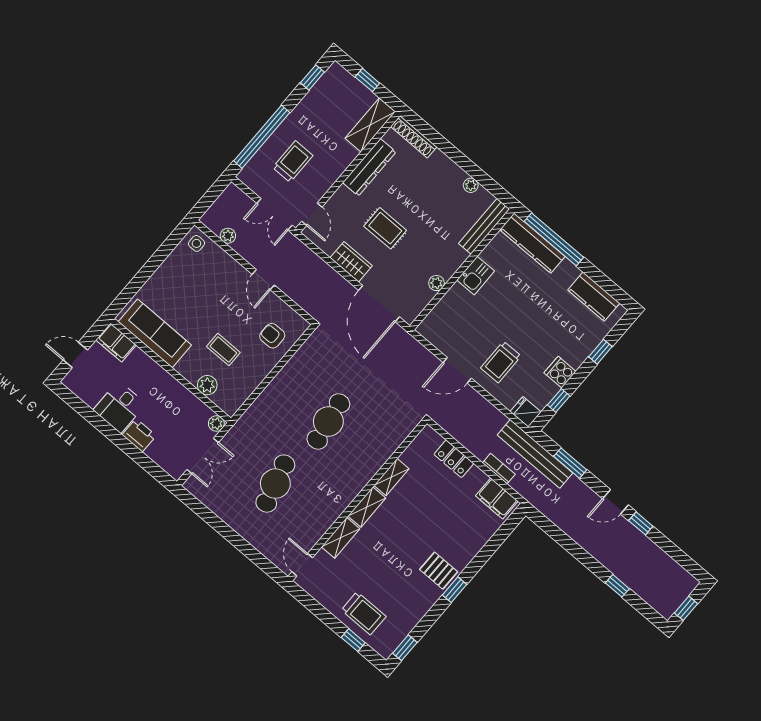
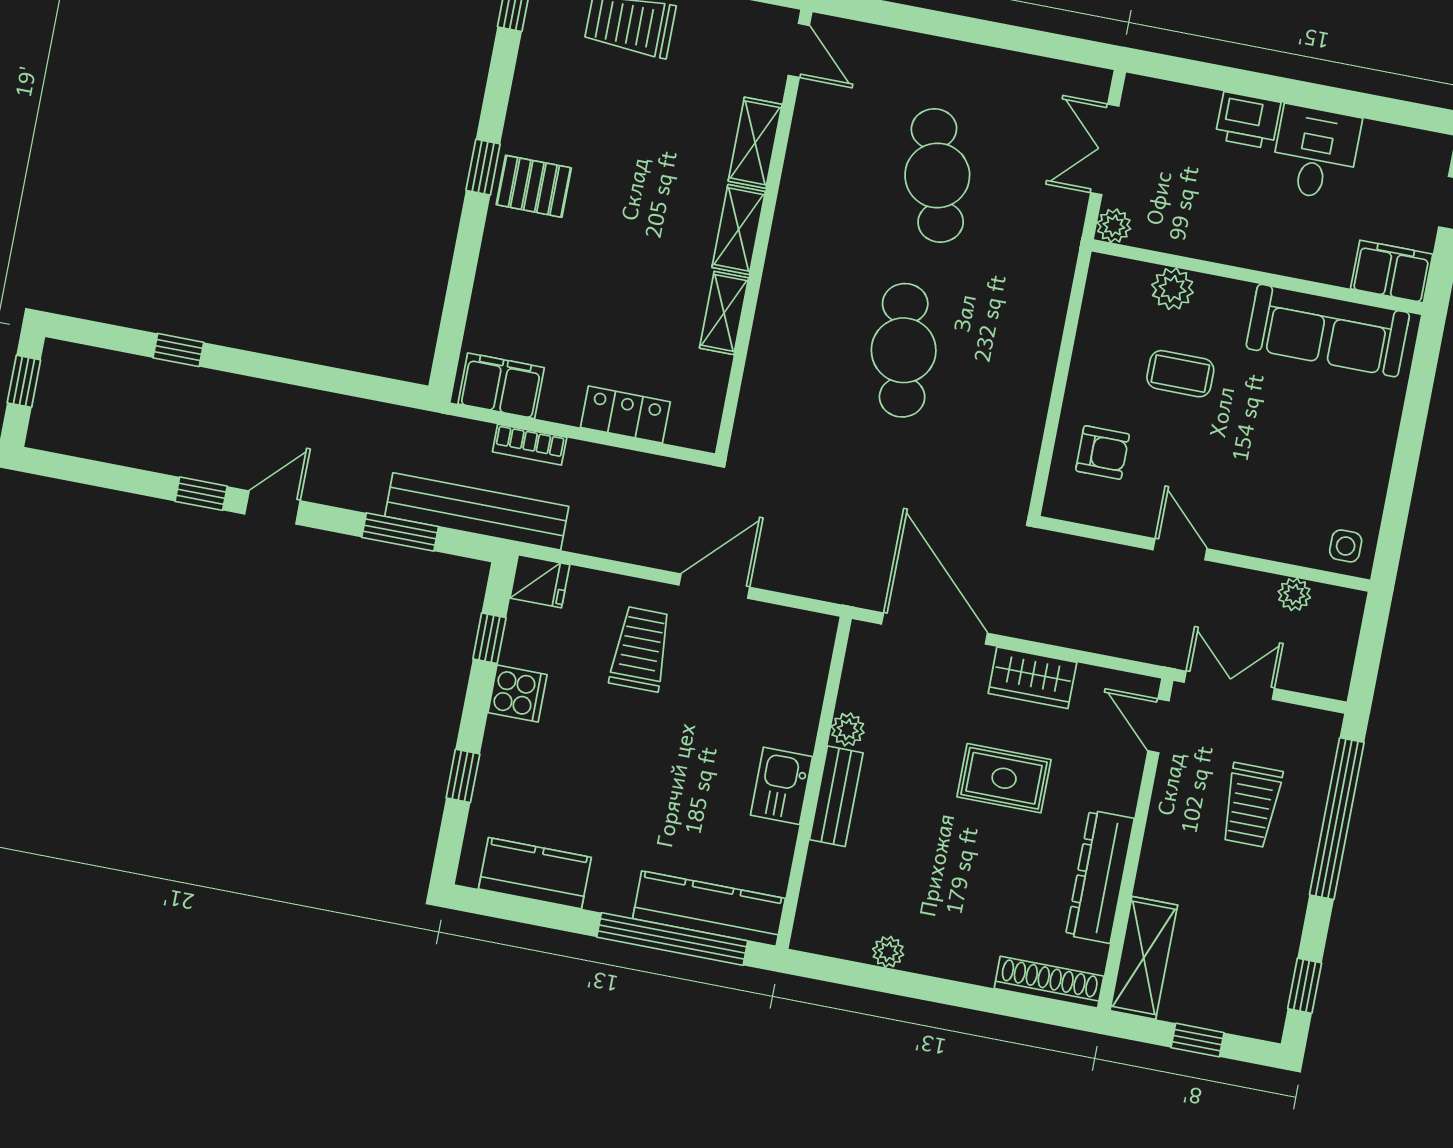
bench: (484, 226) -> (836, 796), moved, width x0.73

